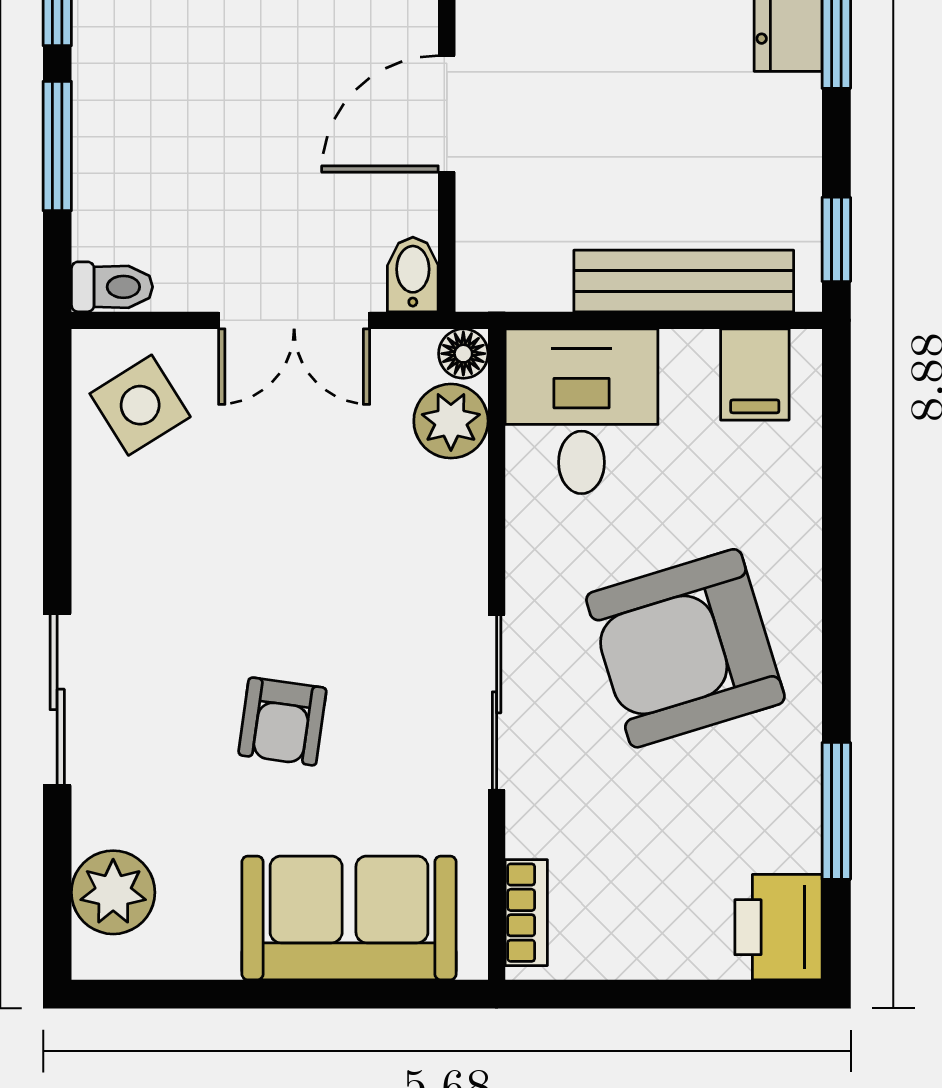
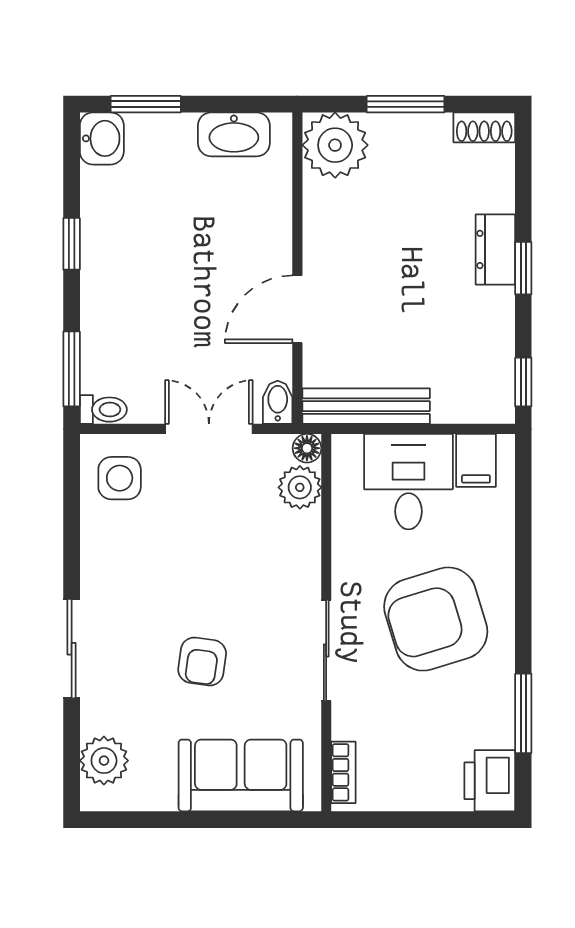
window: (57, 146) -> (72, 369), moved
bench: (684, 281) -> (366, 406), moved
double door: (294, 320) -> (209, 429), swing flipped
side table: (140, 405) -> (120, 478), turned 32
desk: (582, 411) -> (409, 482), moved

